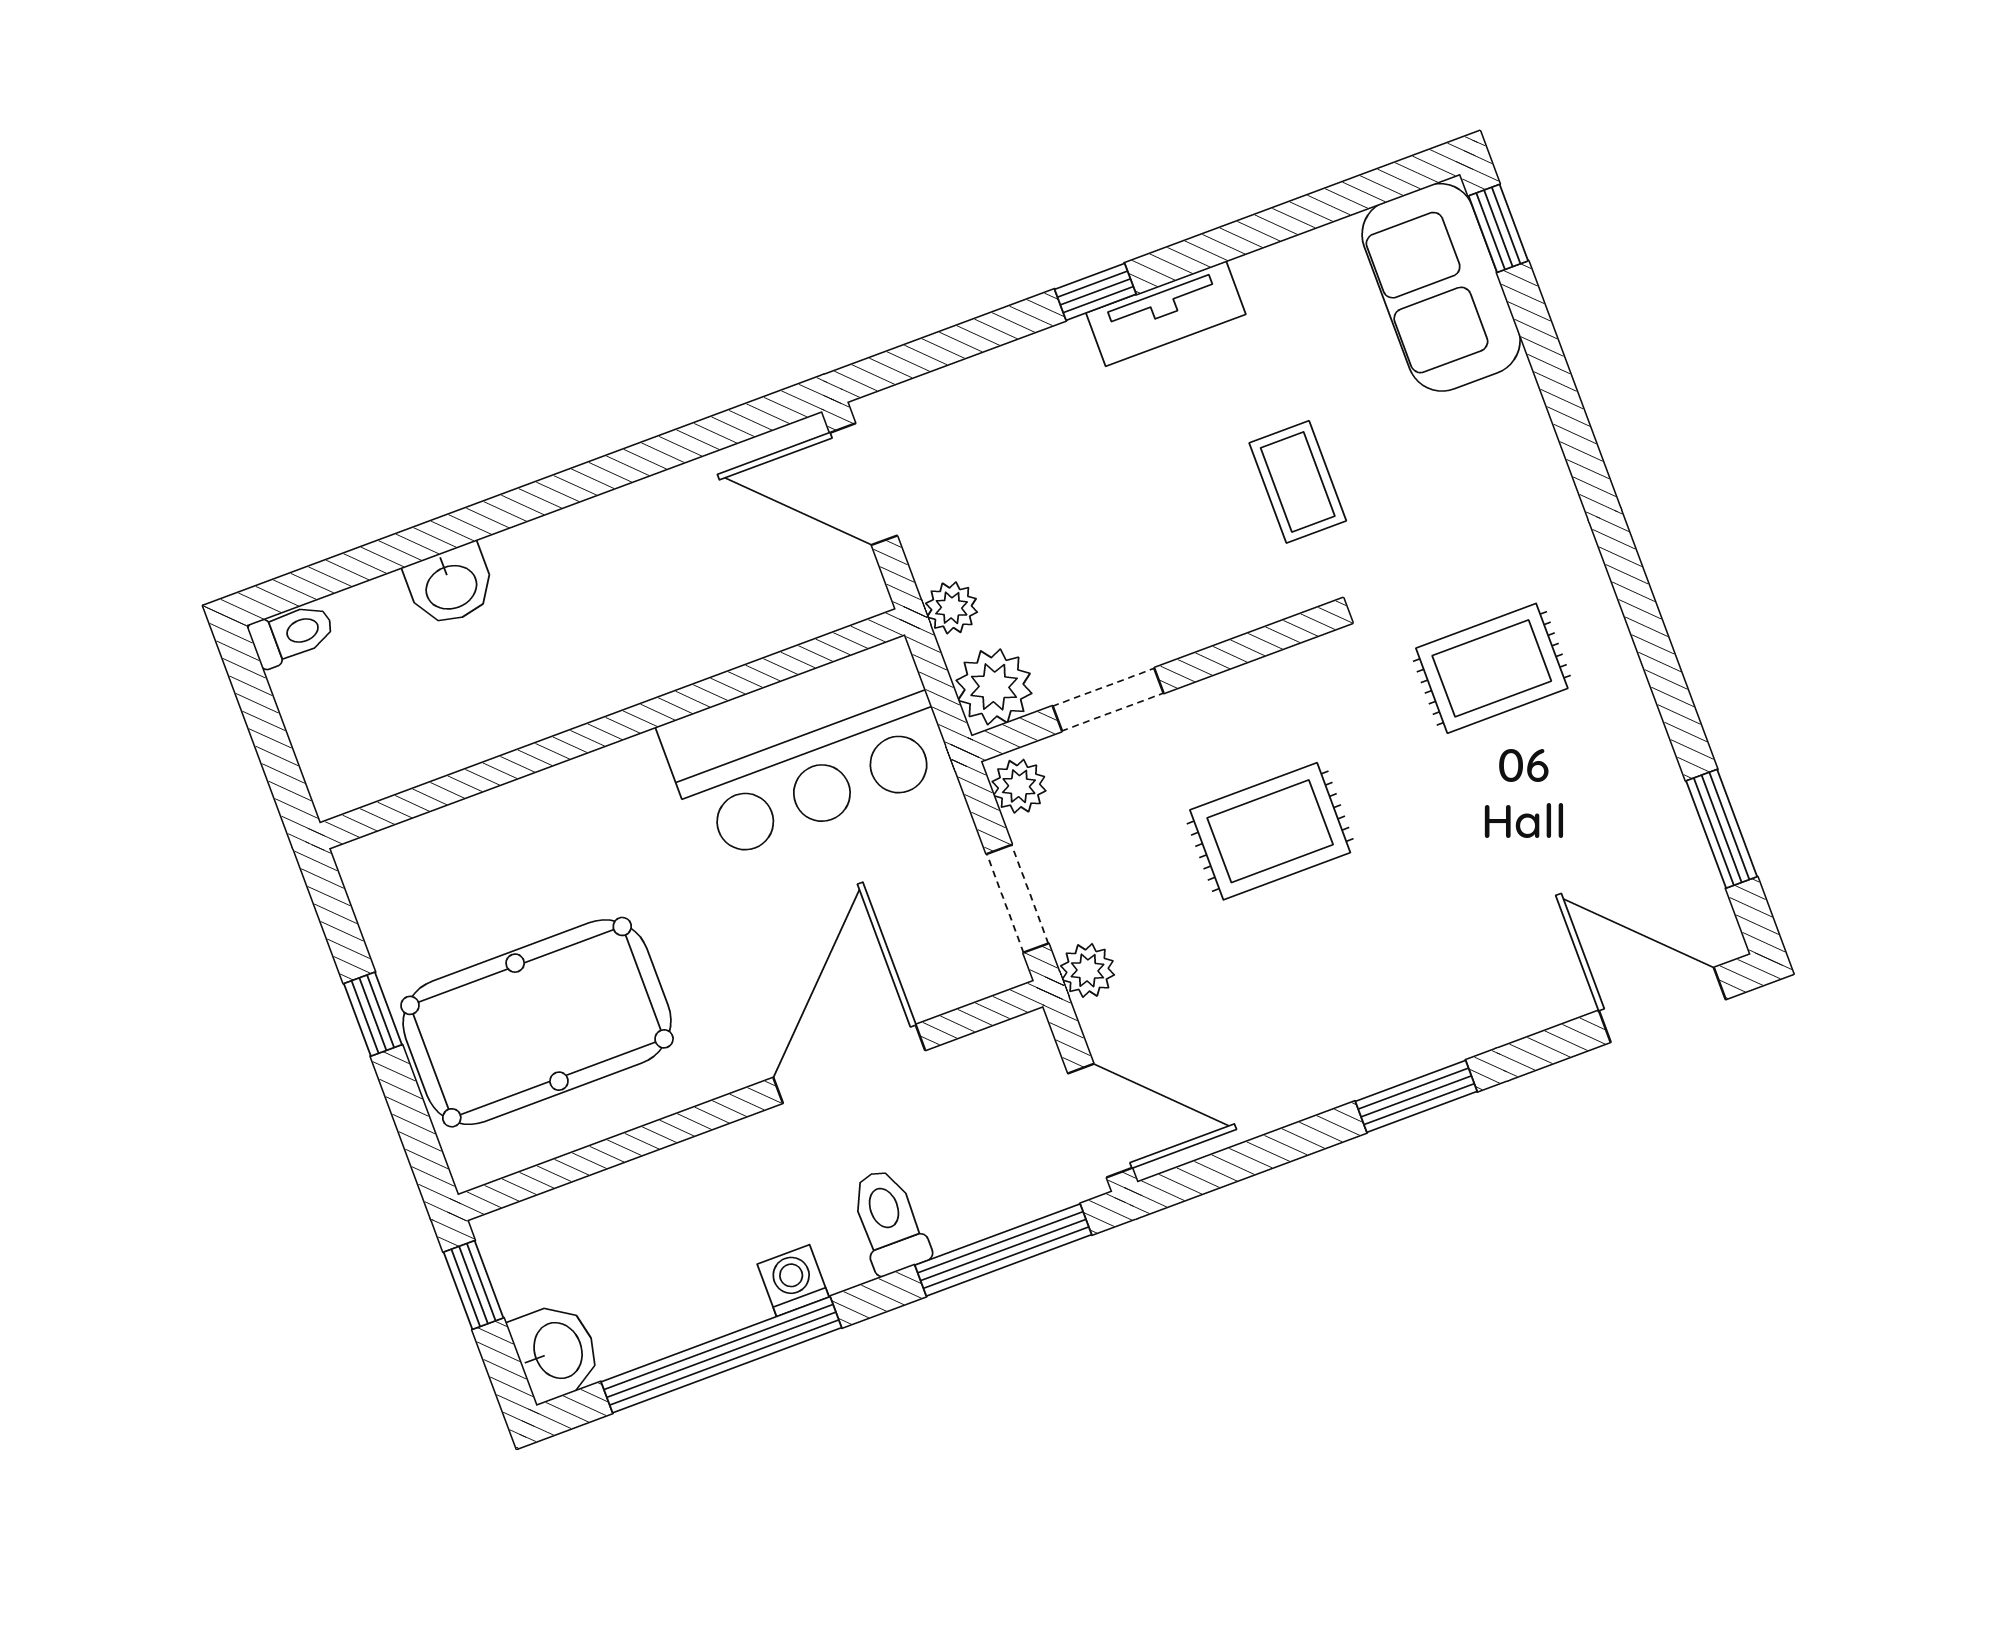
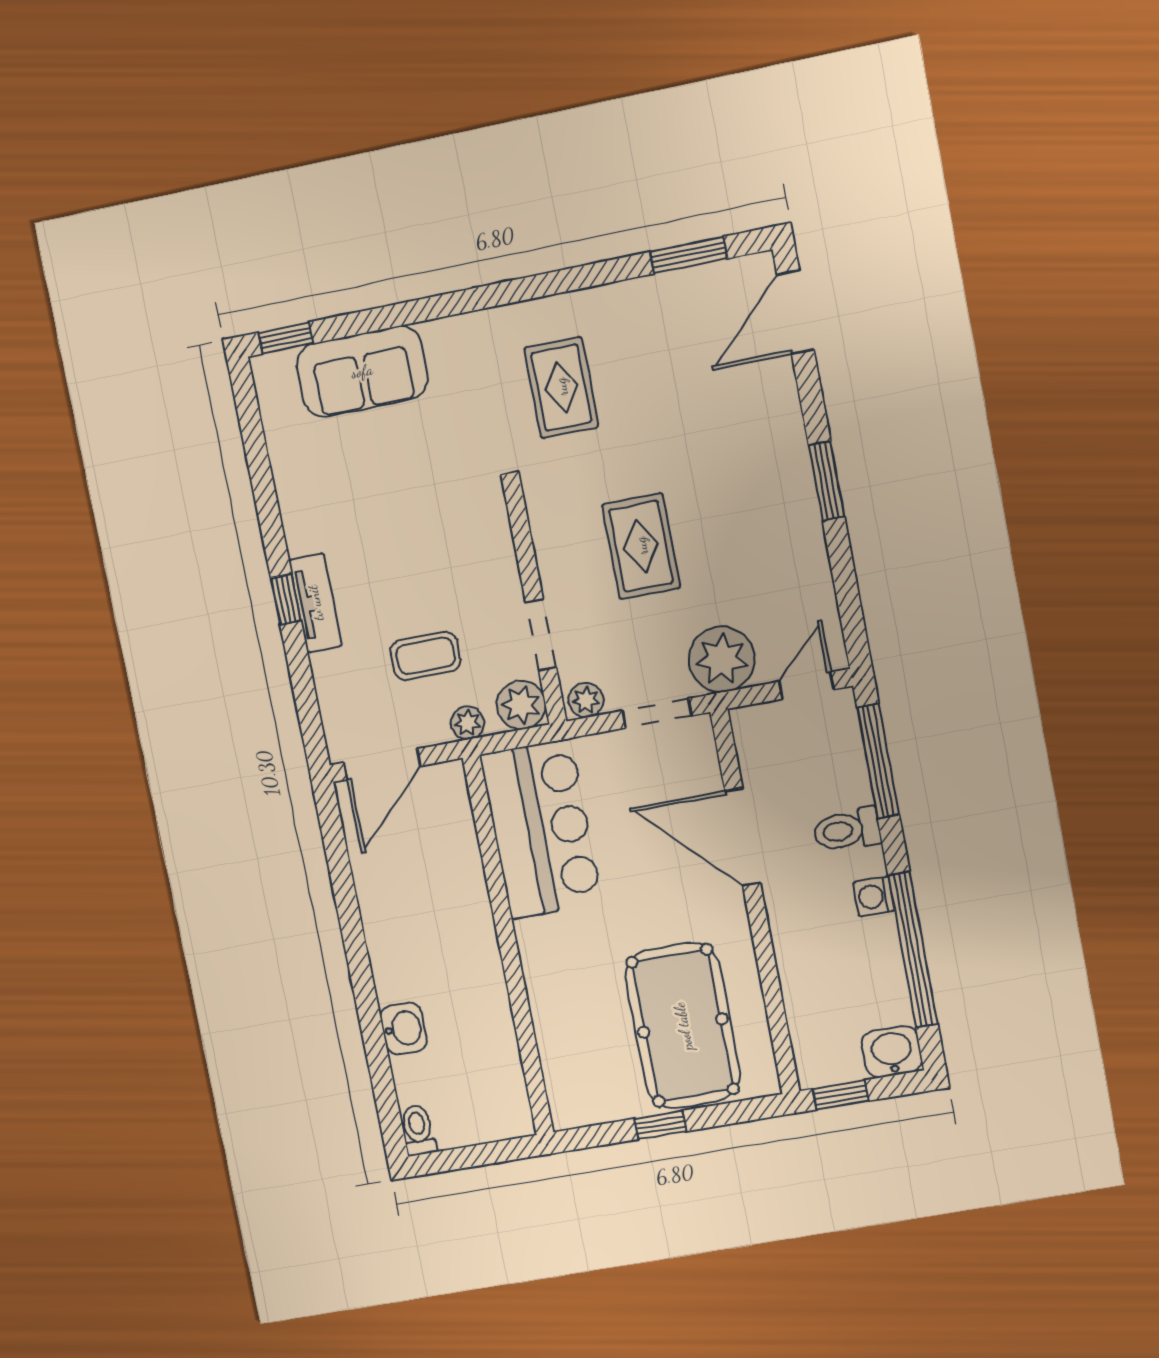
sofa: (1441, 287) -> (362, 371), moved
tv unit: (1166, 314) -> (315, 603), moved
coffee table: (1298, 482) -> (426, 656), moved
plant: (1088, 970) -> (722, 659), width x1.87, depth x1.87
door: (1100, 1121) -> (806, 686), width x0.73

